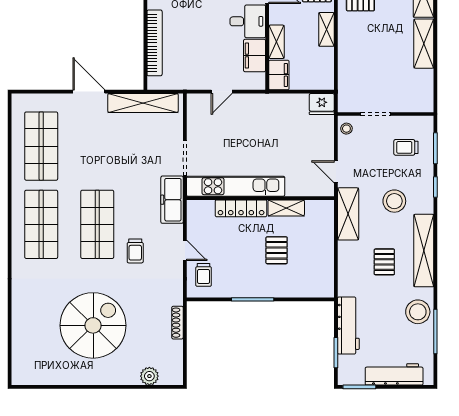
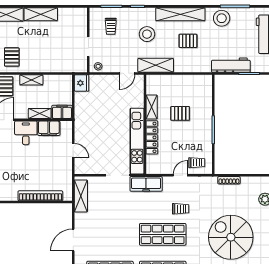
shelving: (143, 103) -> (81, 196), width x0.68

